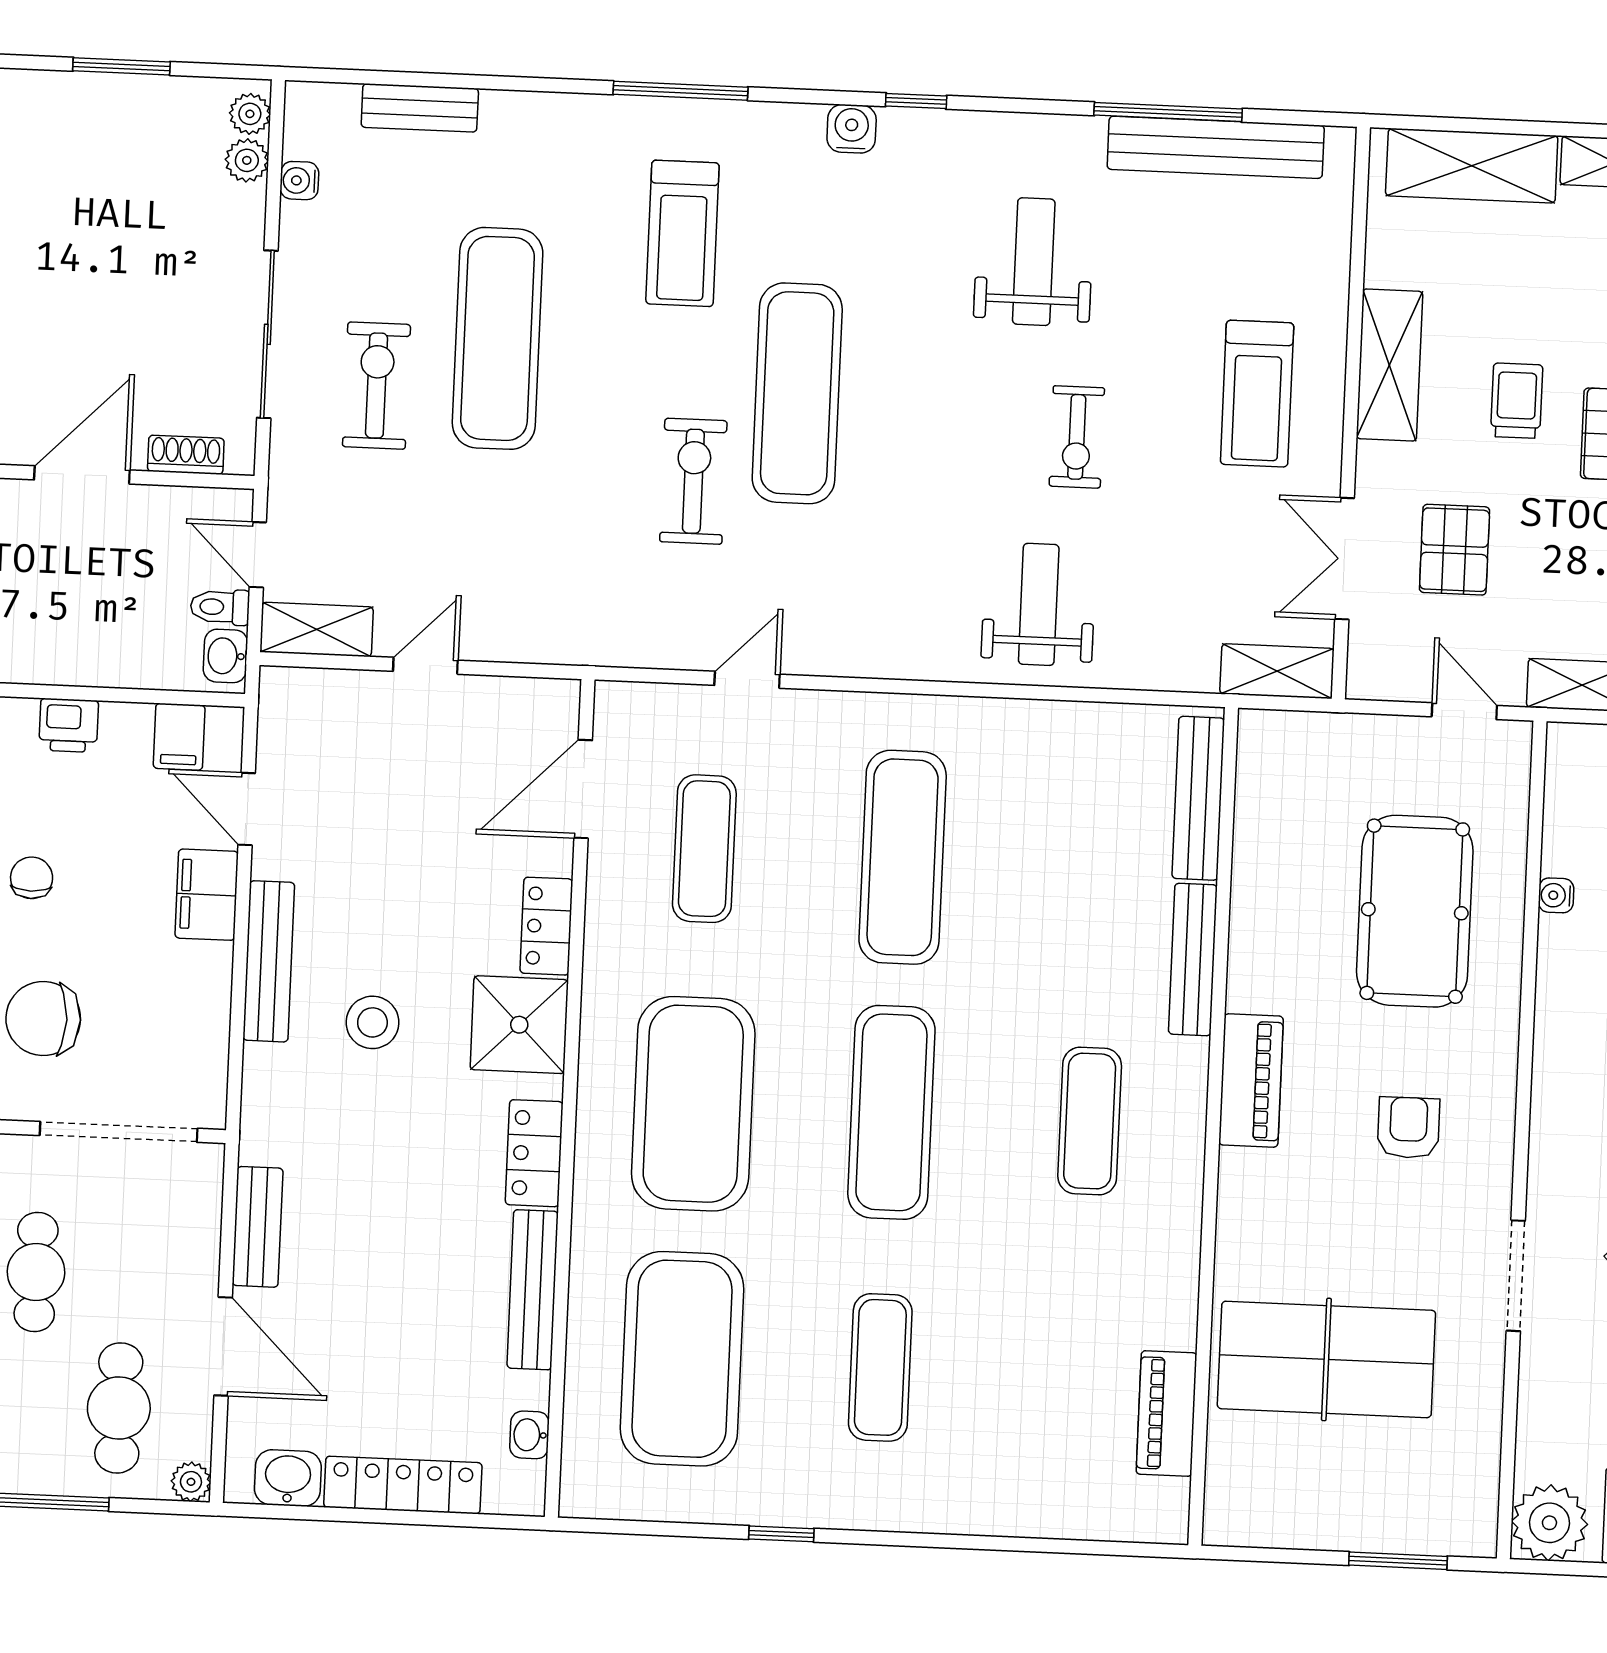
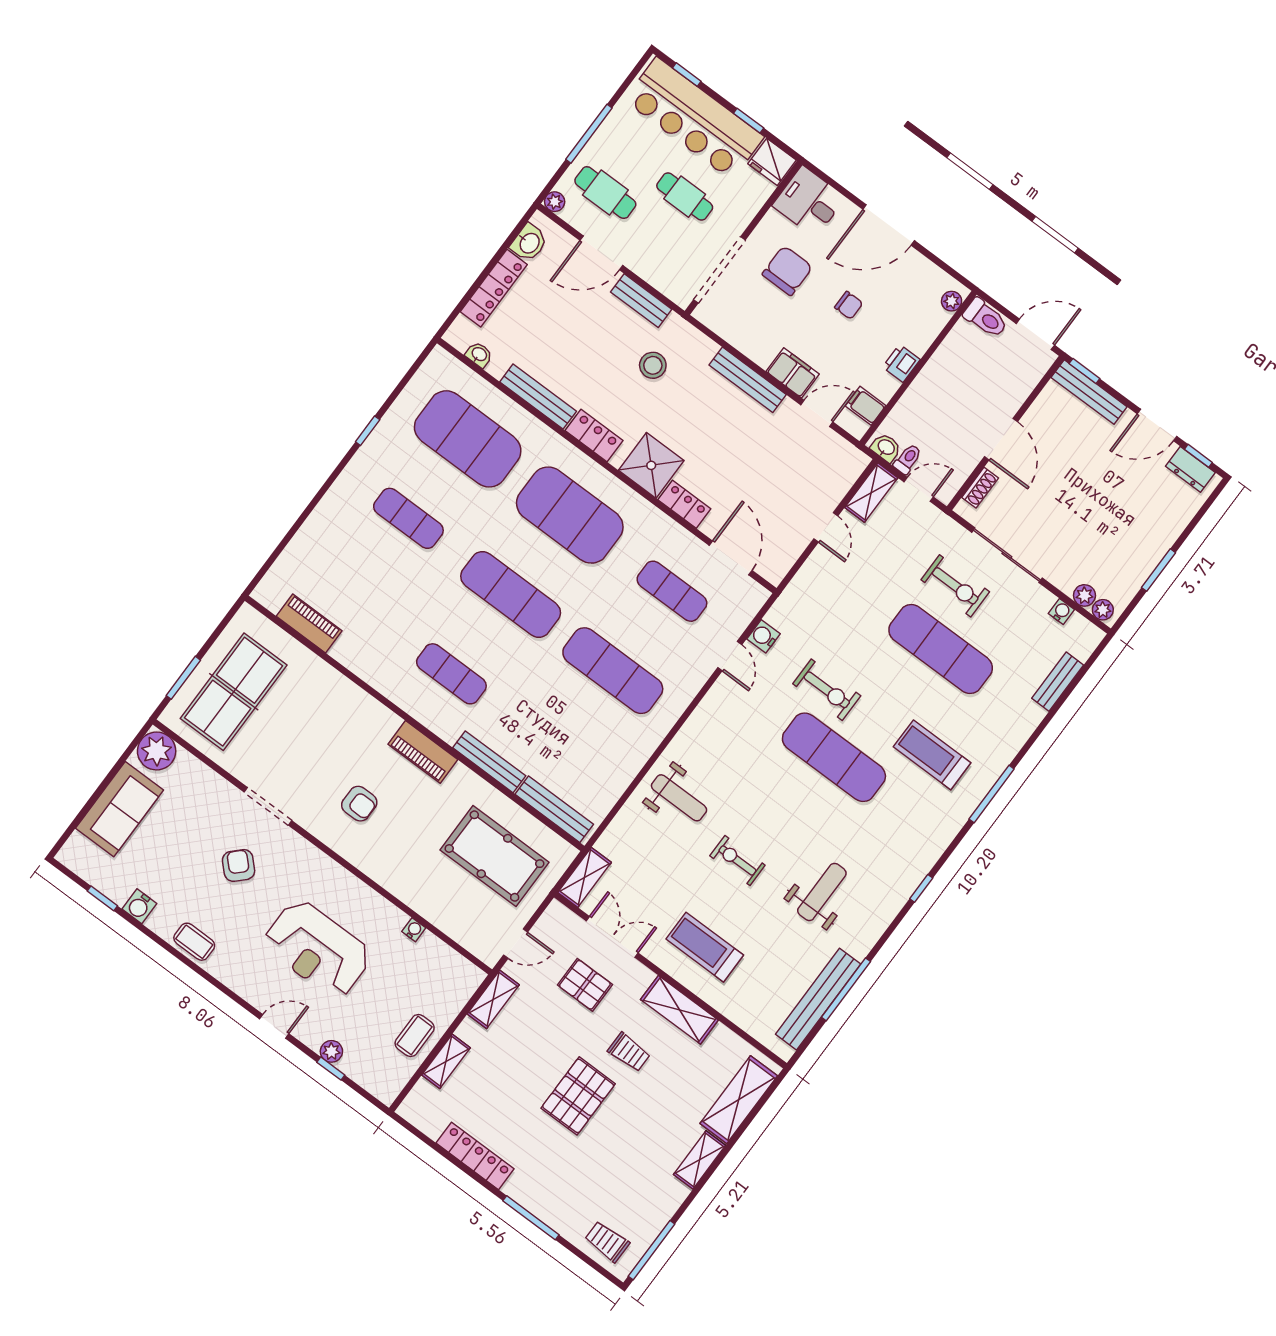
water cooler: (852, 129) -> (763, 636), moved, turned 180
weight bench: (1034, 262) -> (822, 892), turned -90
pool table: (1415, 911) -> (494, 856), moved
stool: (372, 1022) -> (653, 365), moved
table tennis table: (1326, 1359) -> (234, 692), moved

